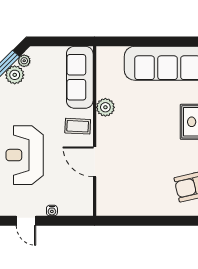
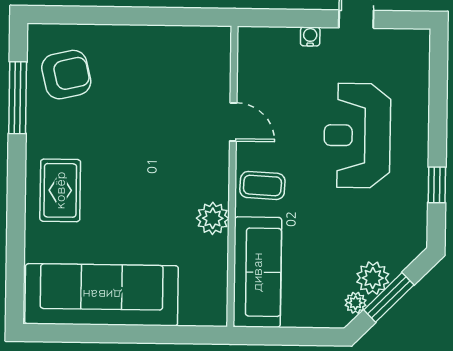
reception desk: (25, 155) -> (357, 135), turned 180
door: (95, 162) -> (233, 122), width x0.73

